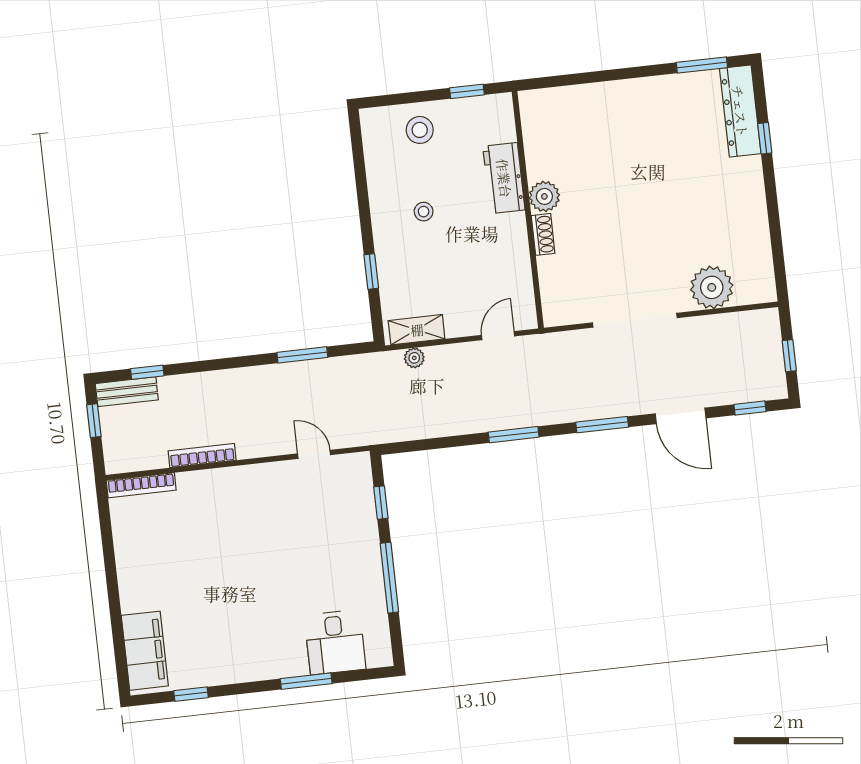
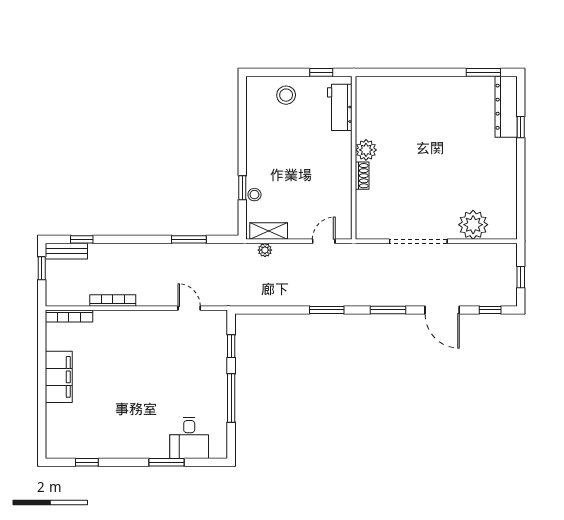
workbench: (504, 178) -> (340, 107), moved
stool: (424, 212) -> (254, 195), moved
filing cabinet: (145, 651) -> (59, 377), moved

